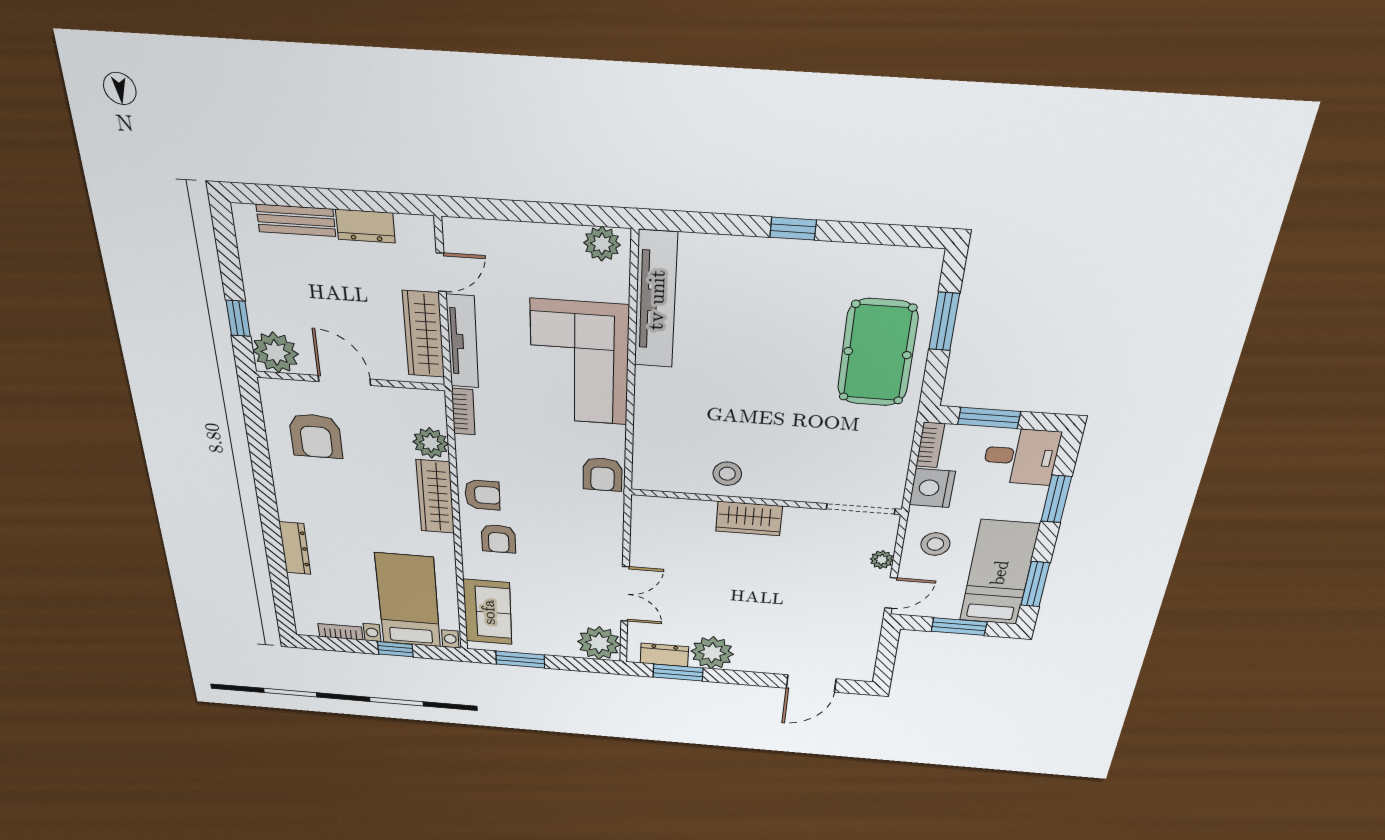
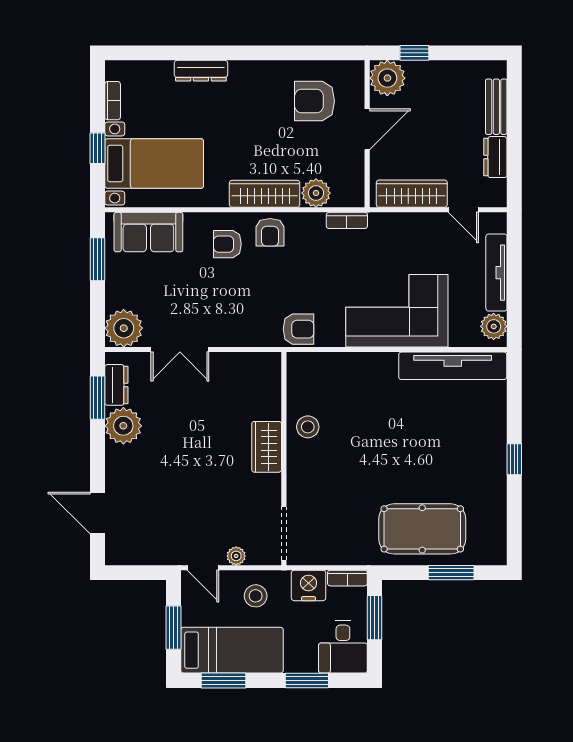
tv unit: (462, 342) -> (496, 273), moved, turned 90
armchair: (602, 474) -> (298, 329), turned 180

